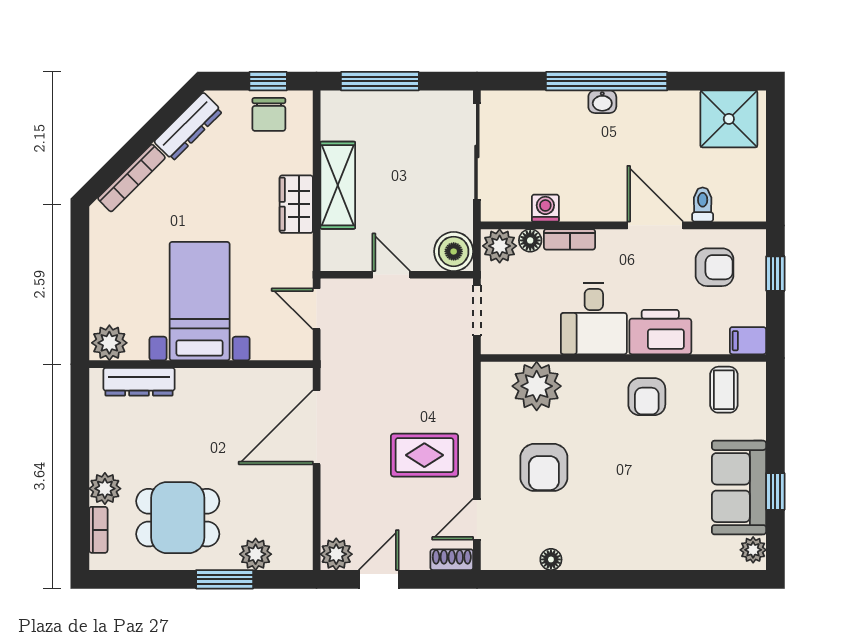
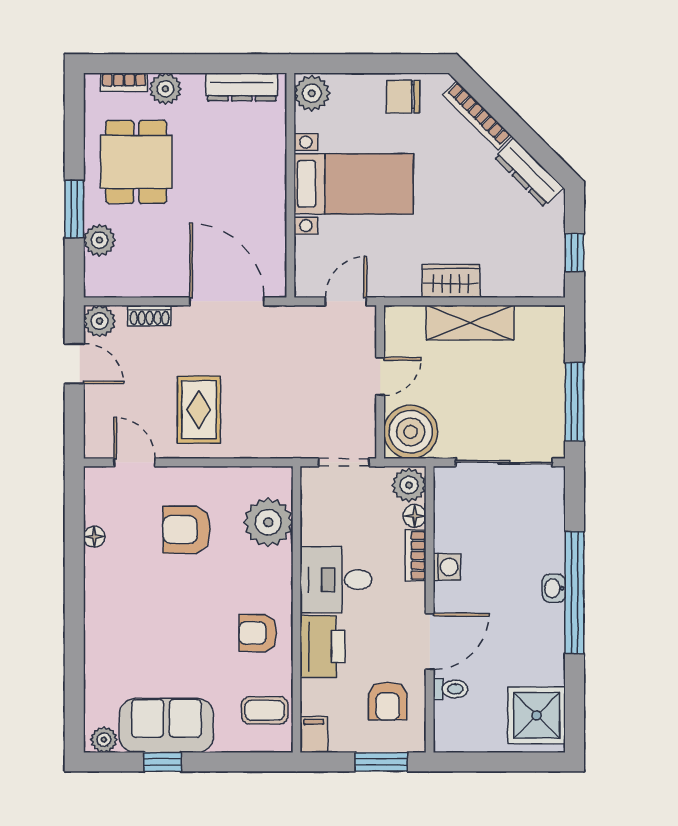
window: (380, 81) -> (574, 402), moved
chair: (269, 114) -> (403, 97), moved
washing machine: (545, 208) -> (447, 567), moved
boiler: (454, 251) -> (411, 432), width x1.37, depth x1.37
window: (775, 274) -> (381, 762), width x1.50
dresser: (139, 382) -> (242, 87), moved, turned -90
shoe rack: (452, 560) -> (150, 316), moved, turned 90

